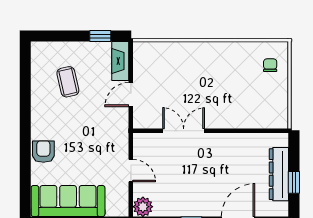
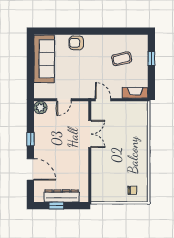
window: (100, 36) -> (151, 59), moved
door: (131, 95) -> (103, 100), moved
armchair: (43, 152) -> (76, 43), turned 180

